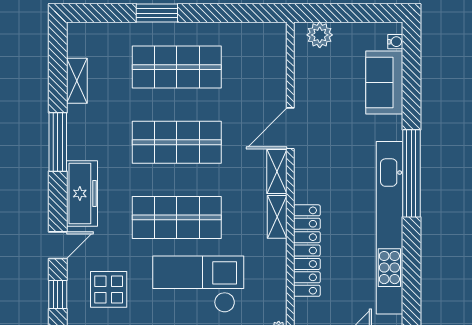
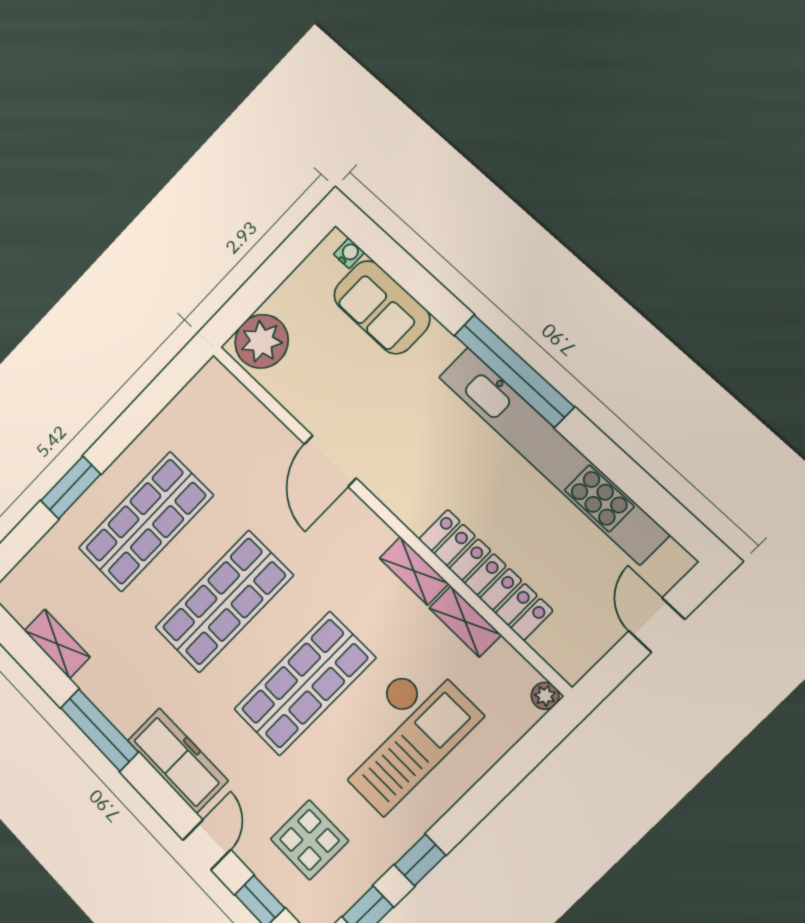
plant: (320, 35) -> (262, 341), width x1.36, depth x1.36
shelving: (277, 171) -> (465, 621), moved
checkout: (198, 284) -> (402, 735), turned 180

